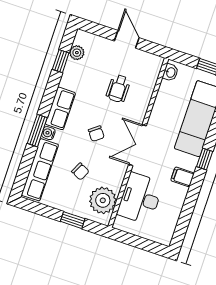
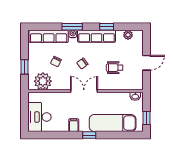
window: (61, 61) -> (107, 27), moved
row of seats: (60, 108) -> (97, 36), width x1.48
desk: (140, 198) -> (39, 117), moved, turned -90

